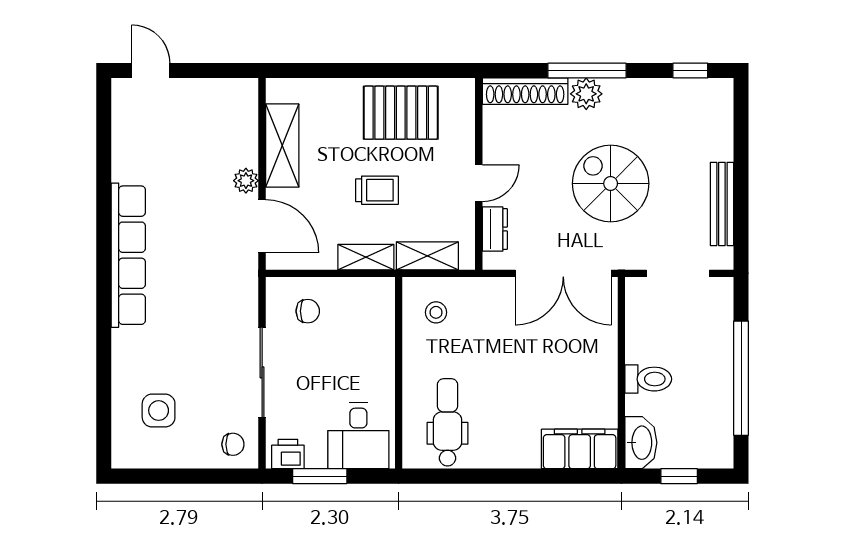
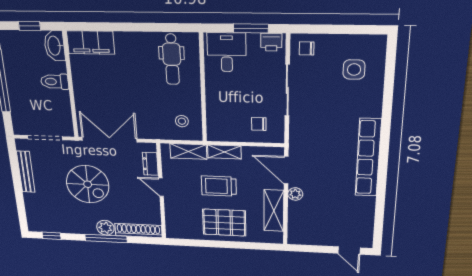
pallet: (401, 113) -> (224, 223), moved
door: (479, 183) -> (161, 187), hinge flipped
trolley: (377, 190) -> (219, 186), width x1.36, depth x1.39

